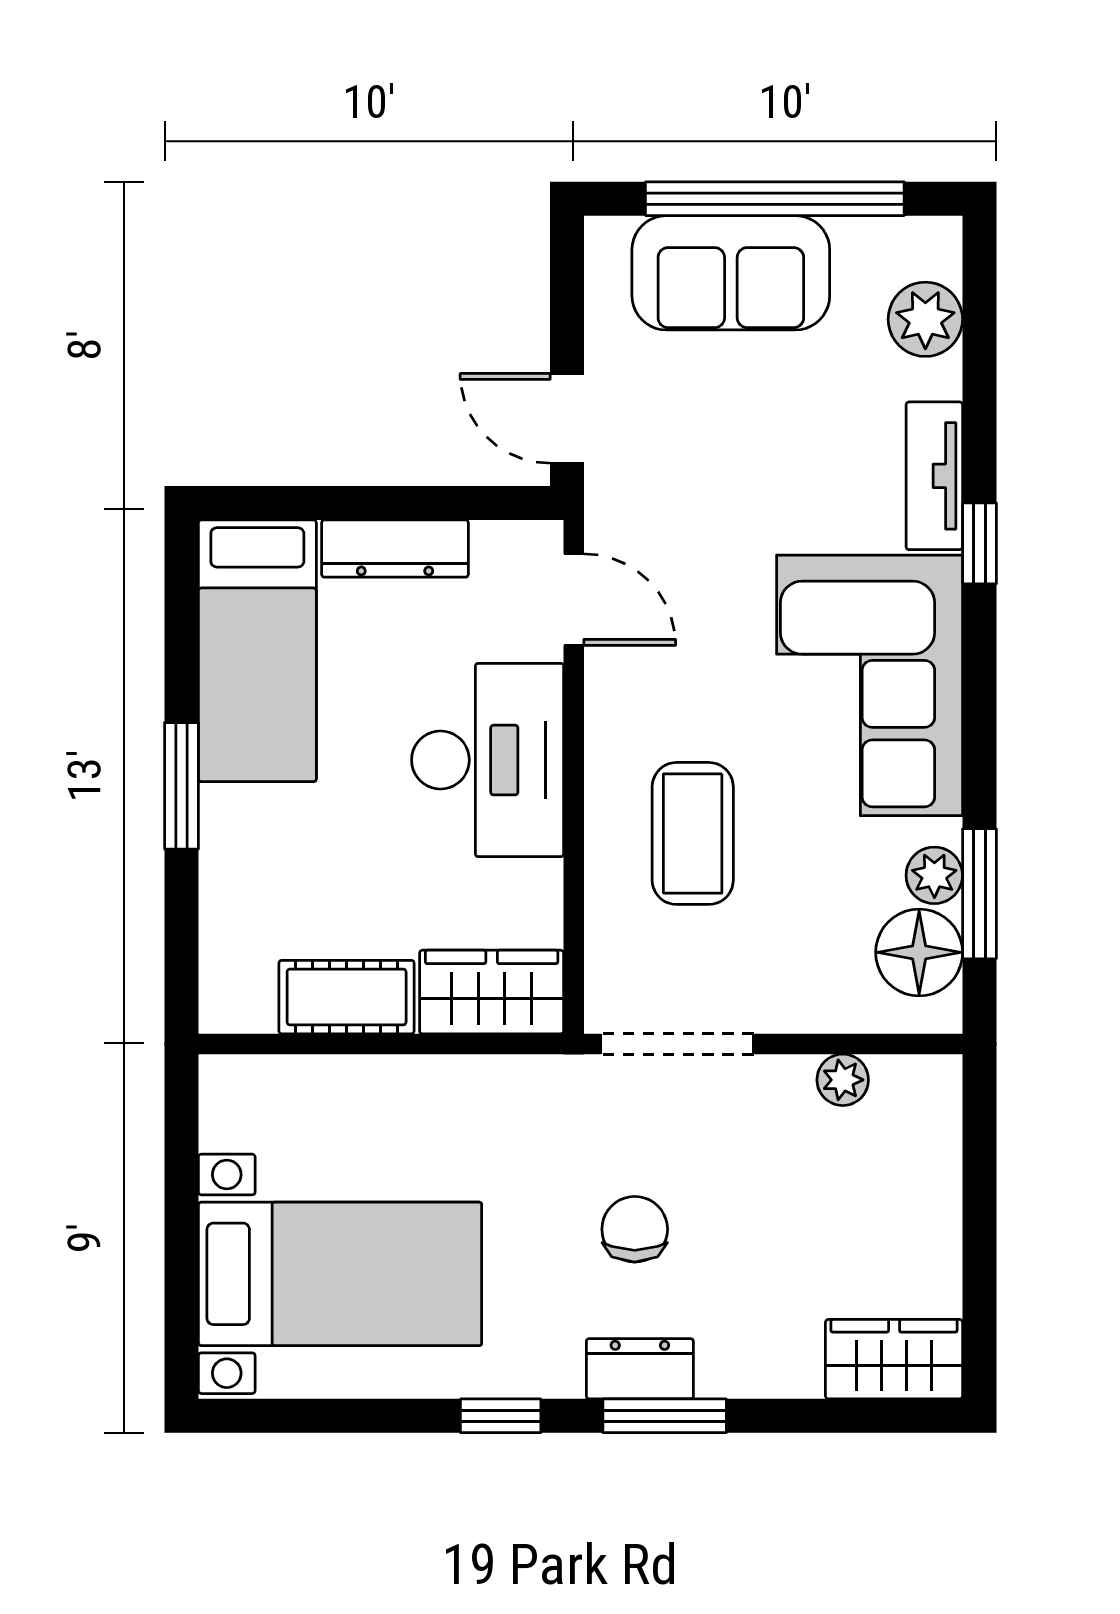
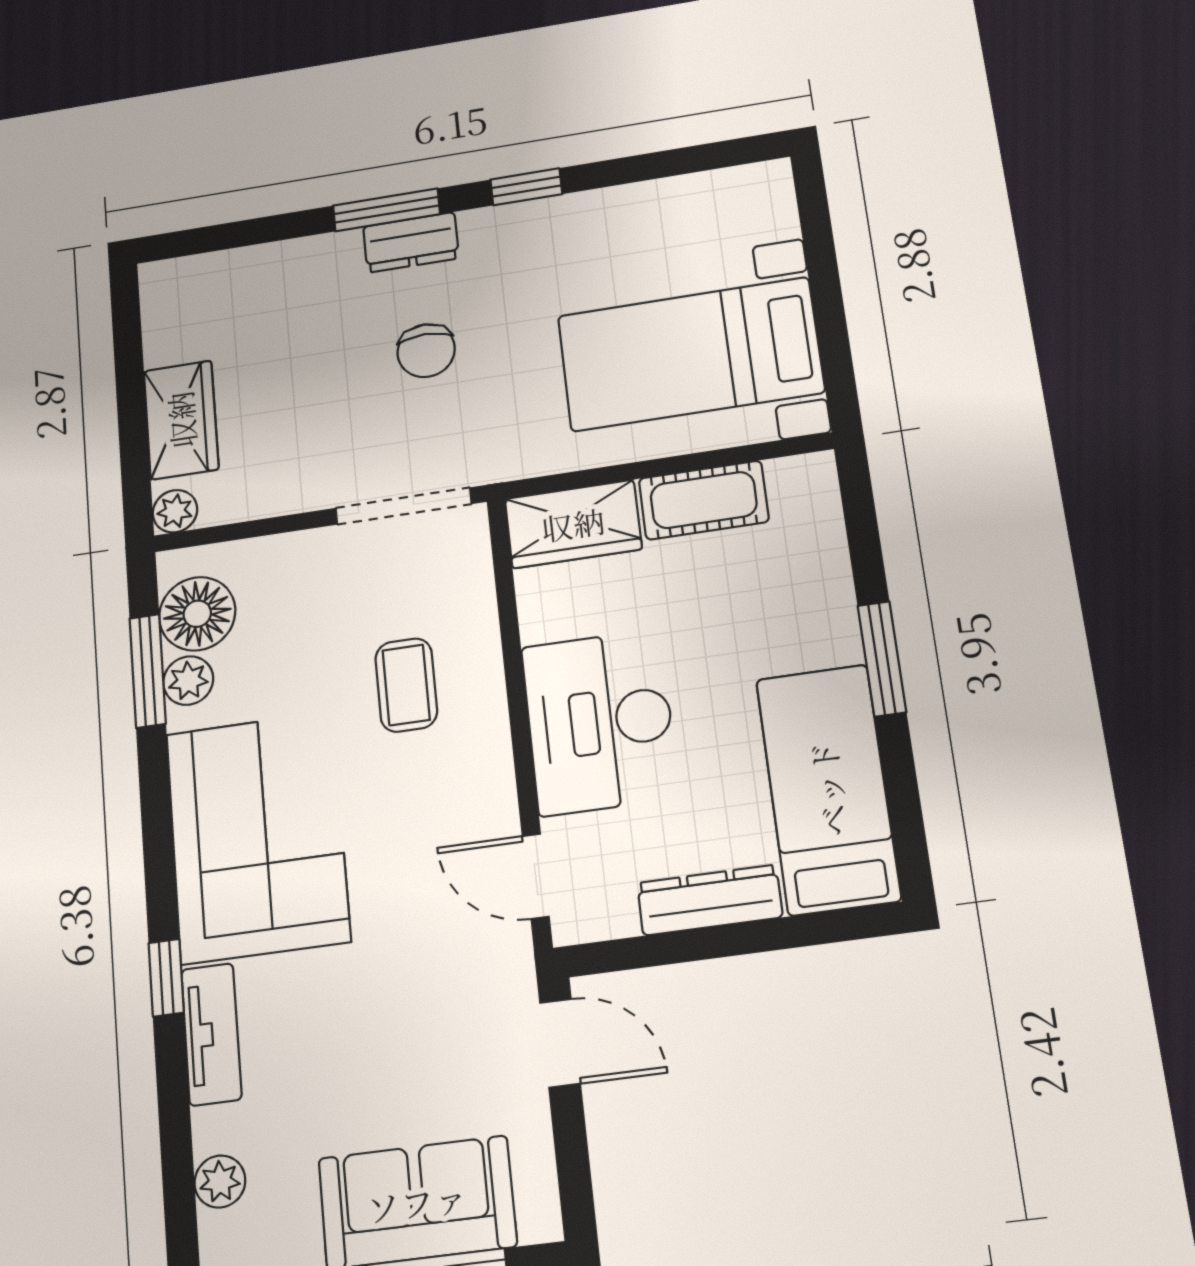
plant: (925, 319) -> (220, 1182), width x0.73, depth x0.73
coffee table: (693, 833) -> (406, 685), width x0.73, depth x0.77
plant: (843, 1080) -> (175, 511), moved
bed with nightstands: (340, 1274) -> (690, 354), moved
wardrobe: (894, 1359) -> (181, 420), moved, turned -90

